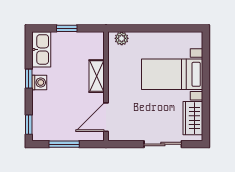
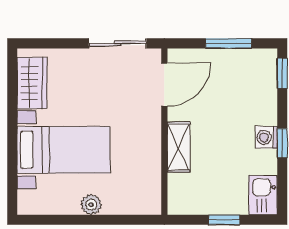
plant: (122, 38) -> (91, 205), moved
kitchen sink: (41, 49) -> (263, 195), width x0.73
sliding door: (163, 144) -> (118, 43), moved

